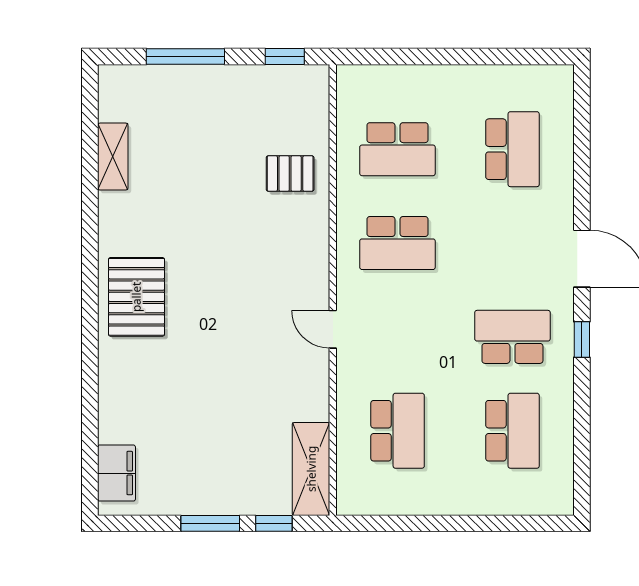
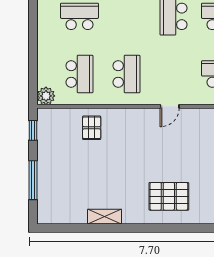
plant: (354, 82) -> (46, 96), added
shelving: (113, 157) -> (105, 217), moved
pallet: (136, 297) -> (169, 196), moved

